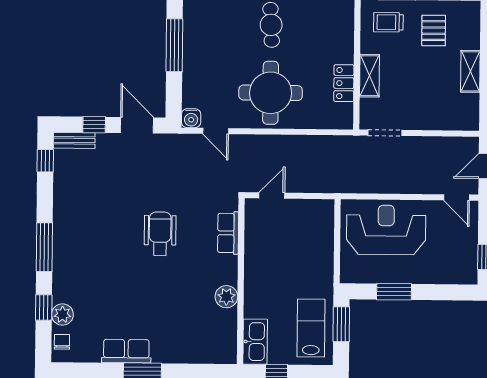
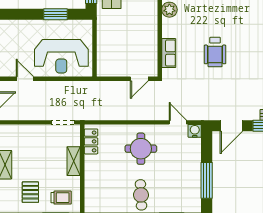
locker: (344, 83) -> (91, 141), moved
round table: (271, 93) -> (141, 149), width x0.73, depth x0.73
door: (137, 125) -> (231, 126), hinge flipped
door: (457, 197) -> (25, 79), moved

